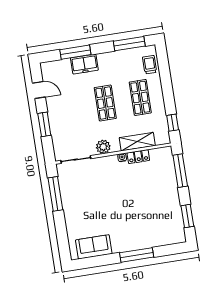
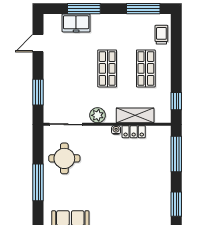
freezer: (84, 64) -> (76, 23), moved
door: (39, 90) -> (38, 43), swing flipped
window: (44, 124) -> (38, 92), moved
round table: (79, 191) -> (64, 158), added
window: (55, 194) -> (38, 182), moved

